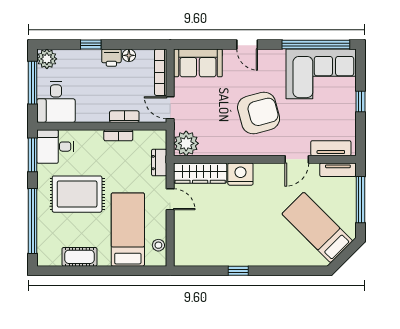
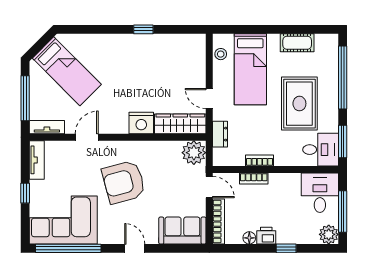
tv unit: (331, 148) -> (37, 160), moved, turned -90
rug: (77, 194) -> (299, 104), turned 90

